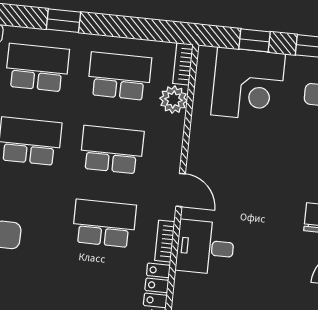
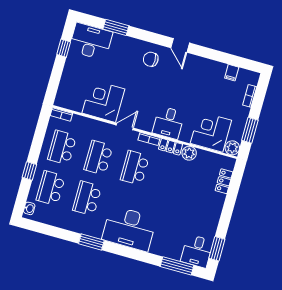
window: (255, 40) -> (56, 76), removed
corner desk: (248, 84) -> (103, 101), moved, turned -90
plant: (173, 100) -> (79, 122), removed
desk: (205, 247) -> (168, 123), moved

